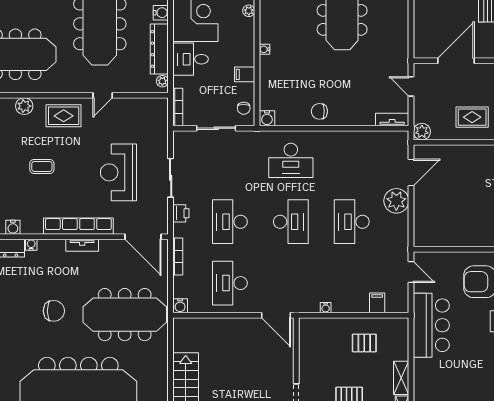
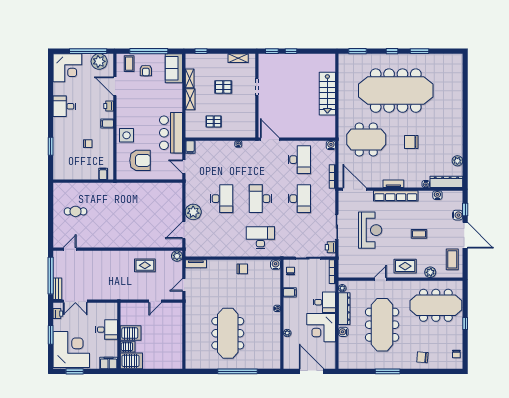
door: (456, 61) -> (155, 301), width x0.53
door: (411, 86) -> (184, 285), swing flipped
printer: (181, 213) -> (330, 247), moved
filing cabinet: (377, 303) -> (190, 147), moved
meeting table: (125, 315) -> (366, 139), width x0.73

